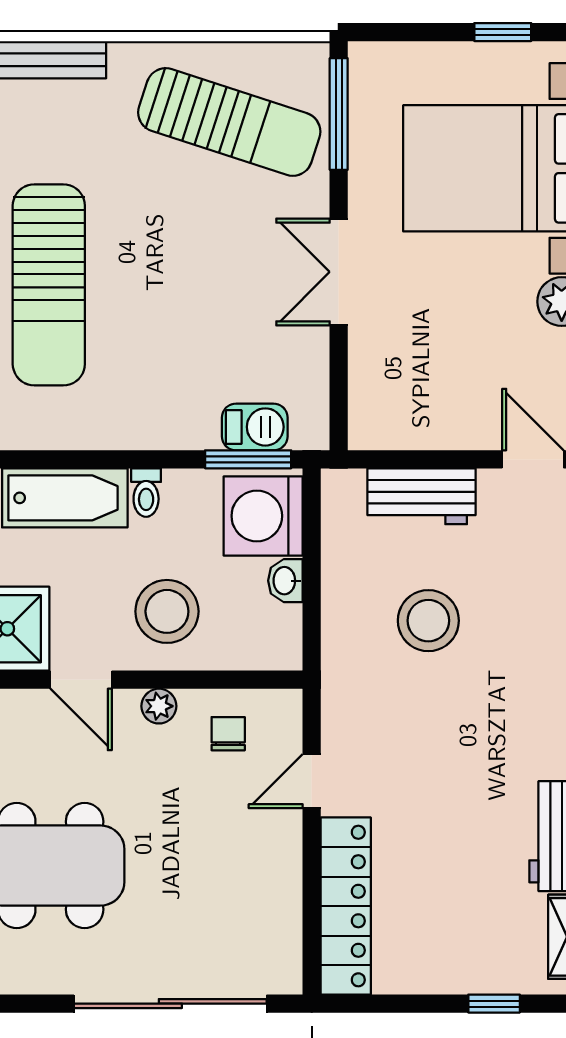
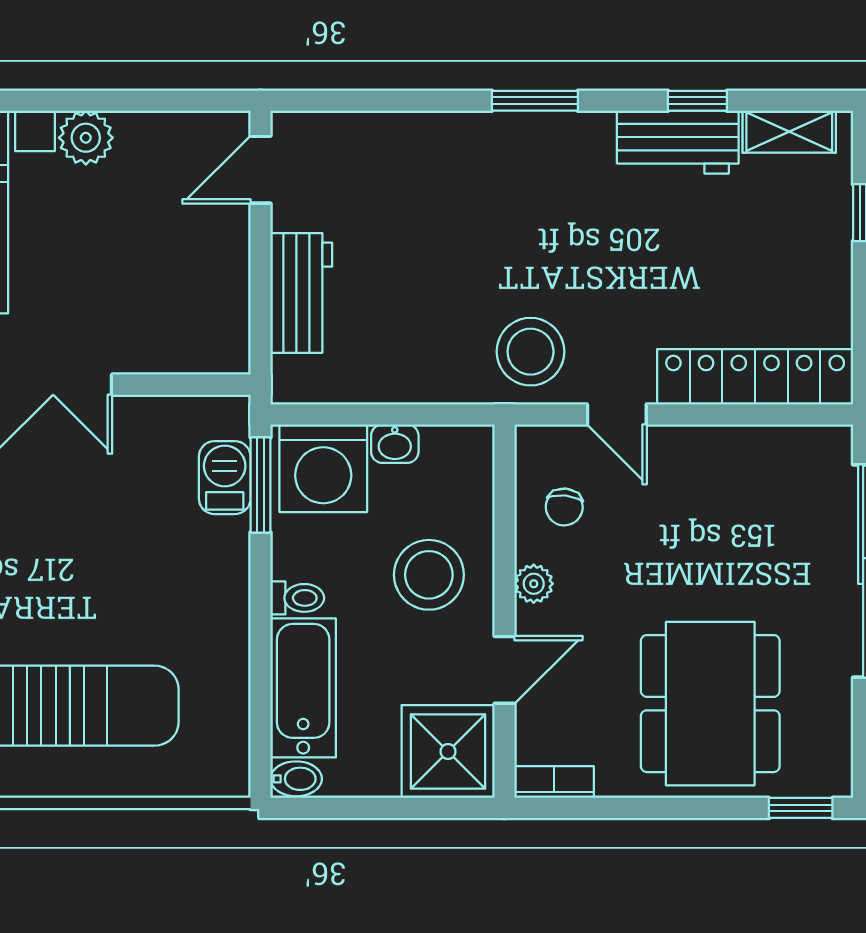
stool: (428, 621) -> (531, 352), moved
chair: (228, 734) -> (564, 507), turned -84

